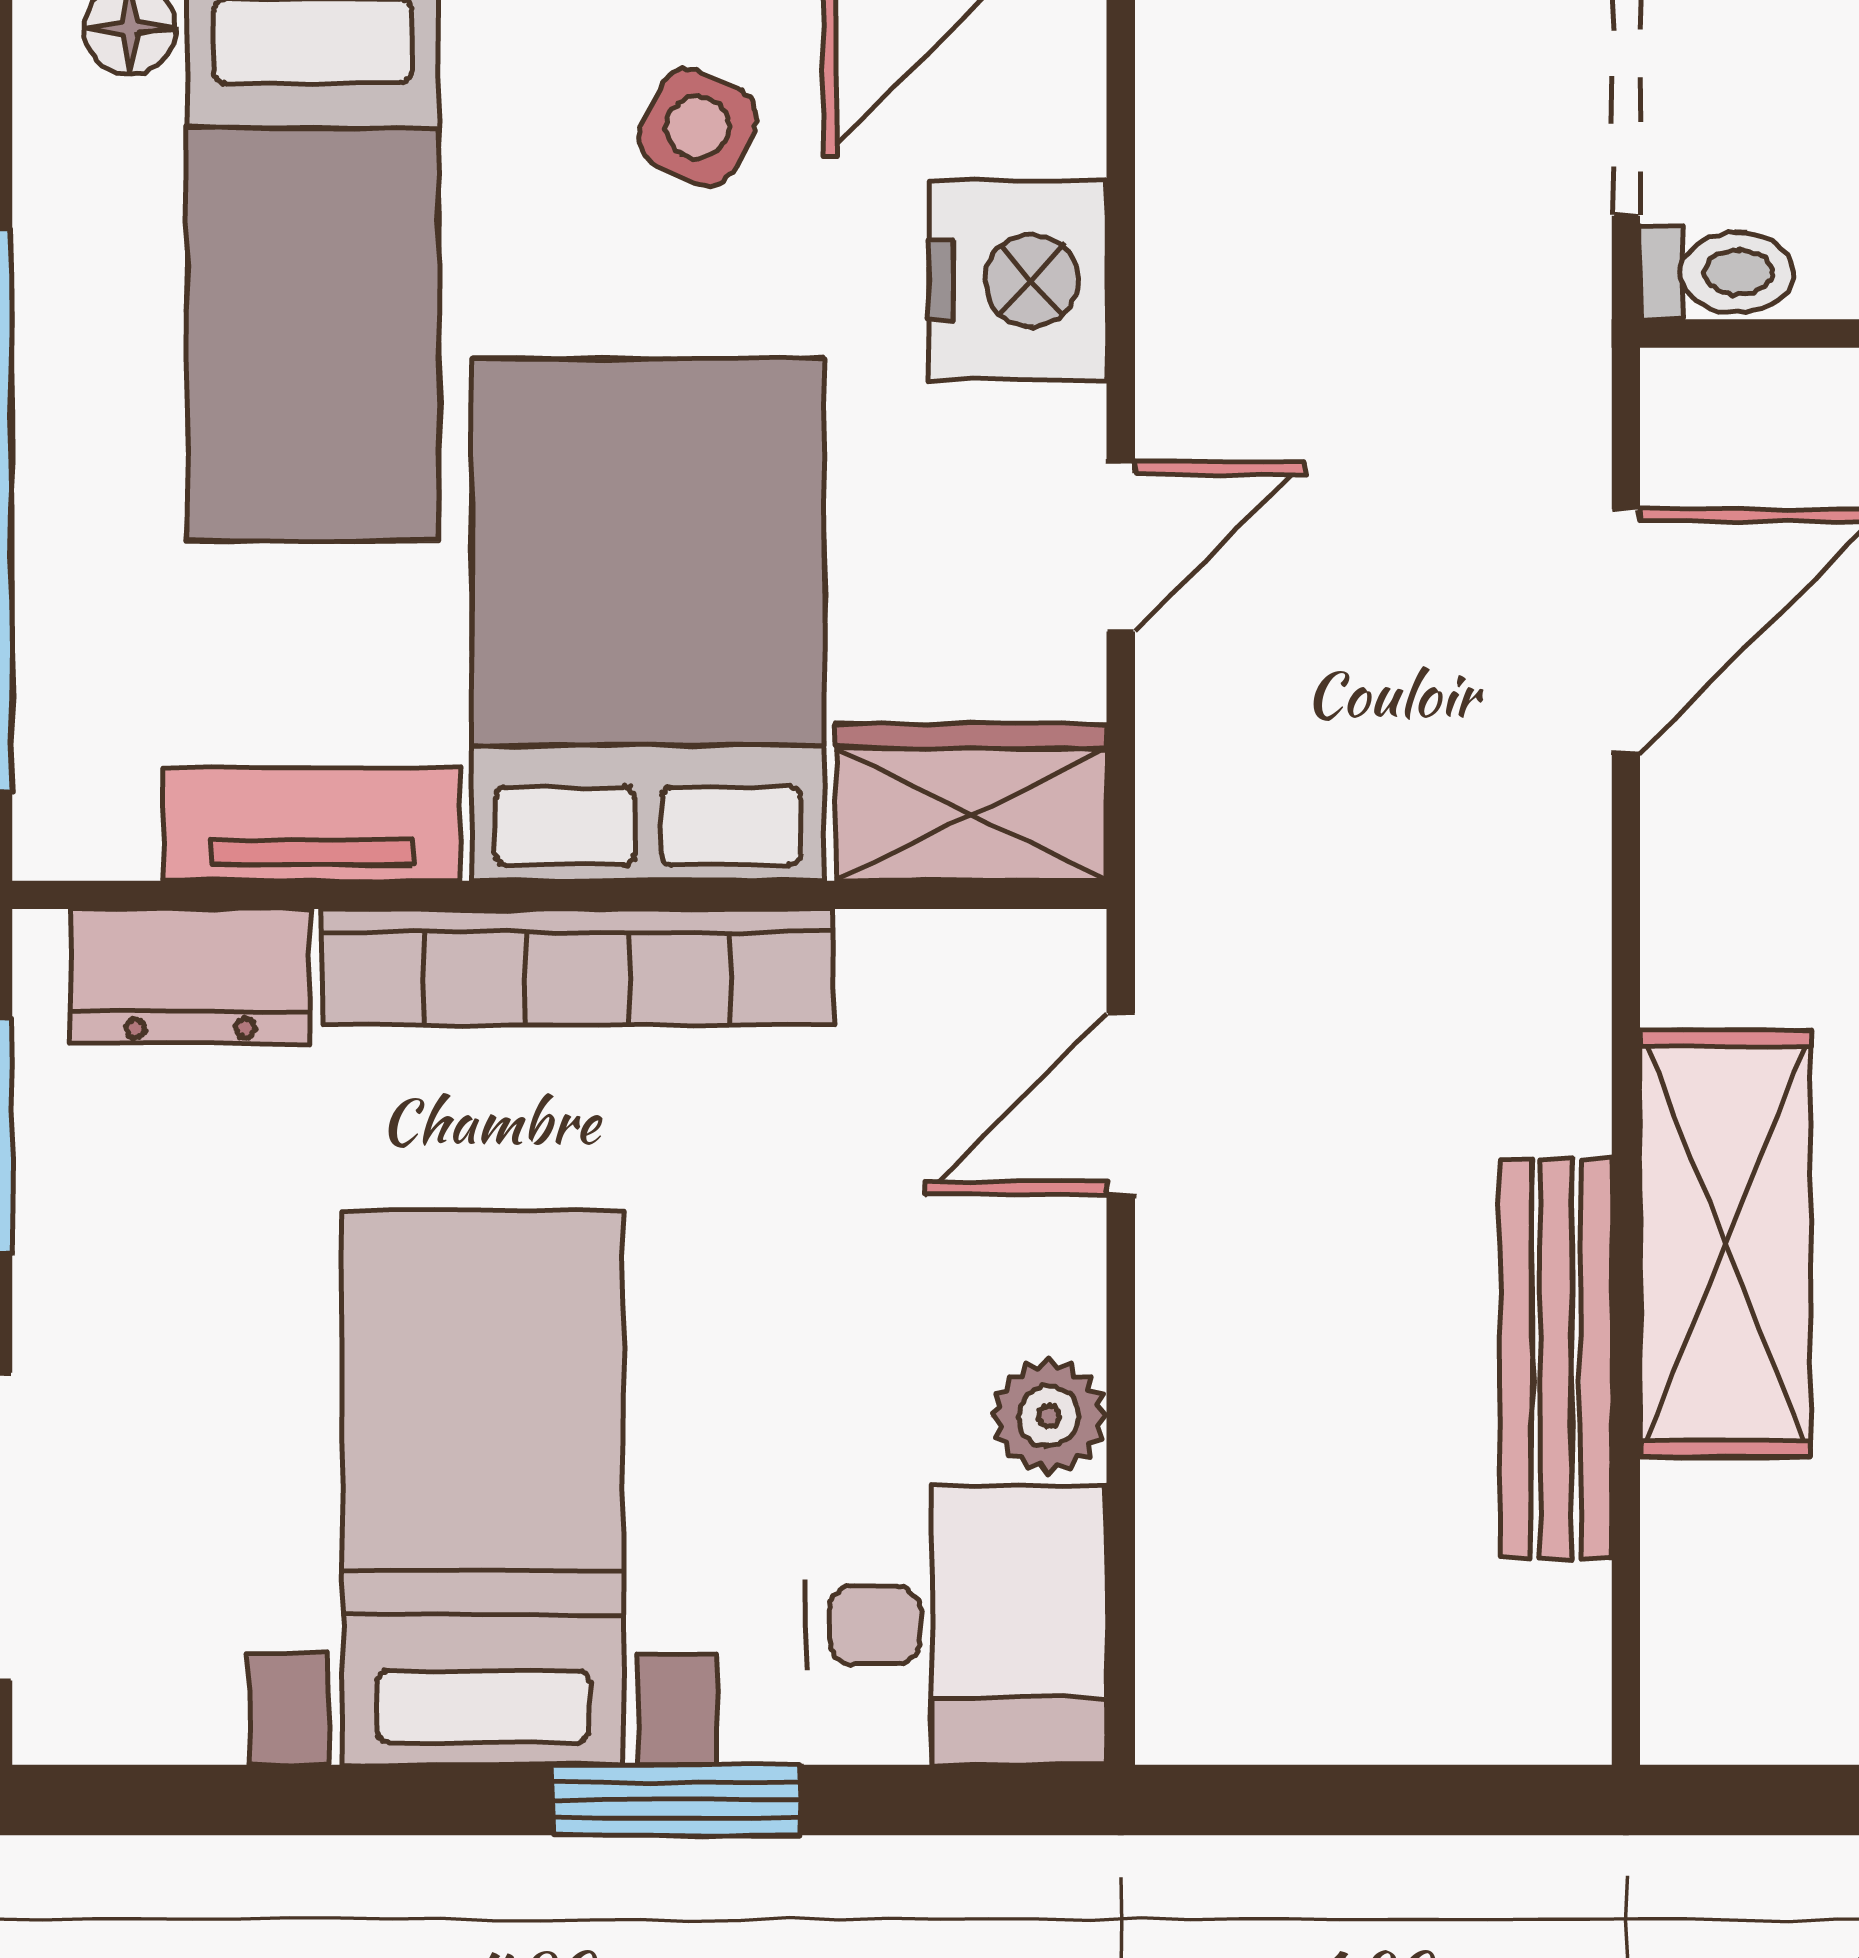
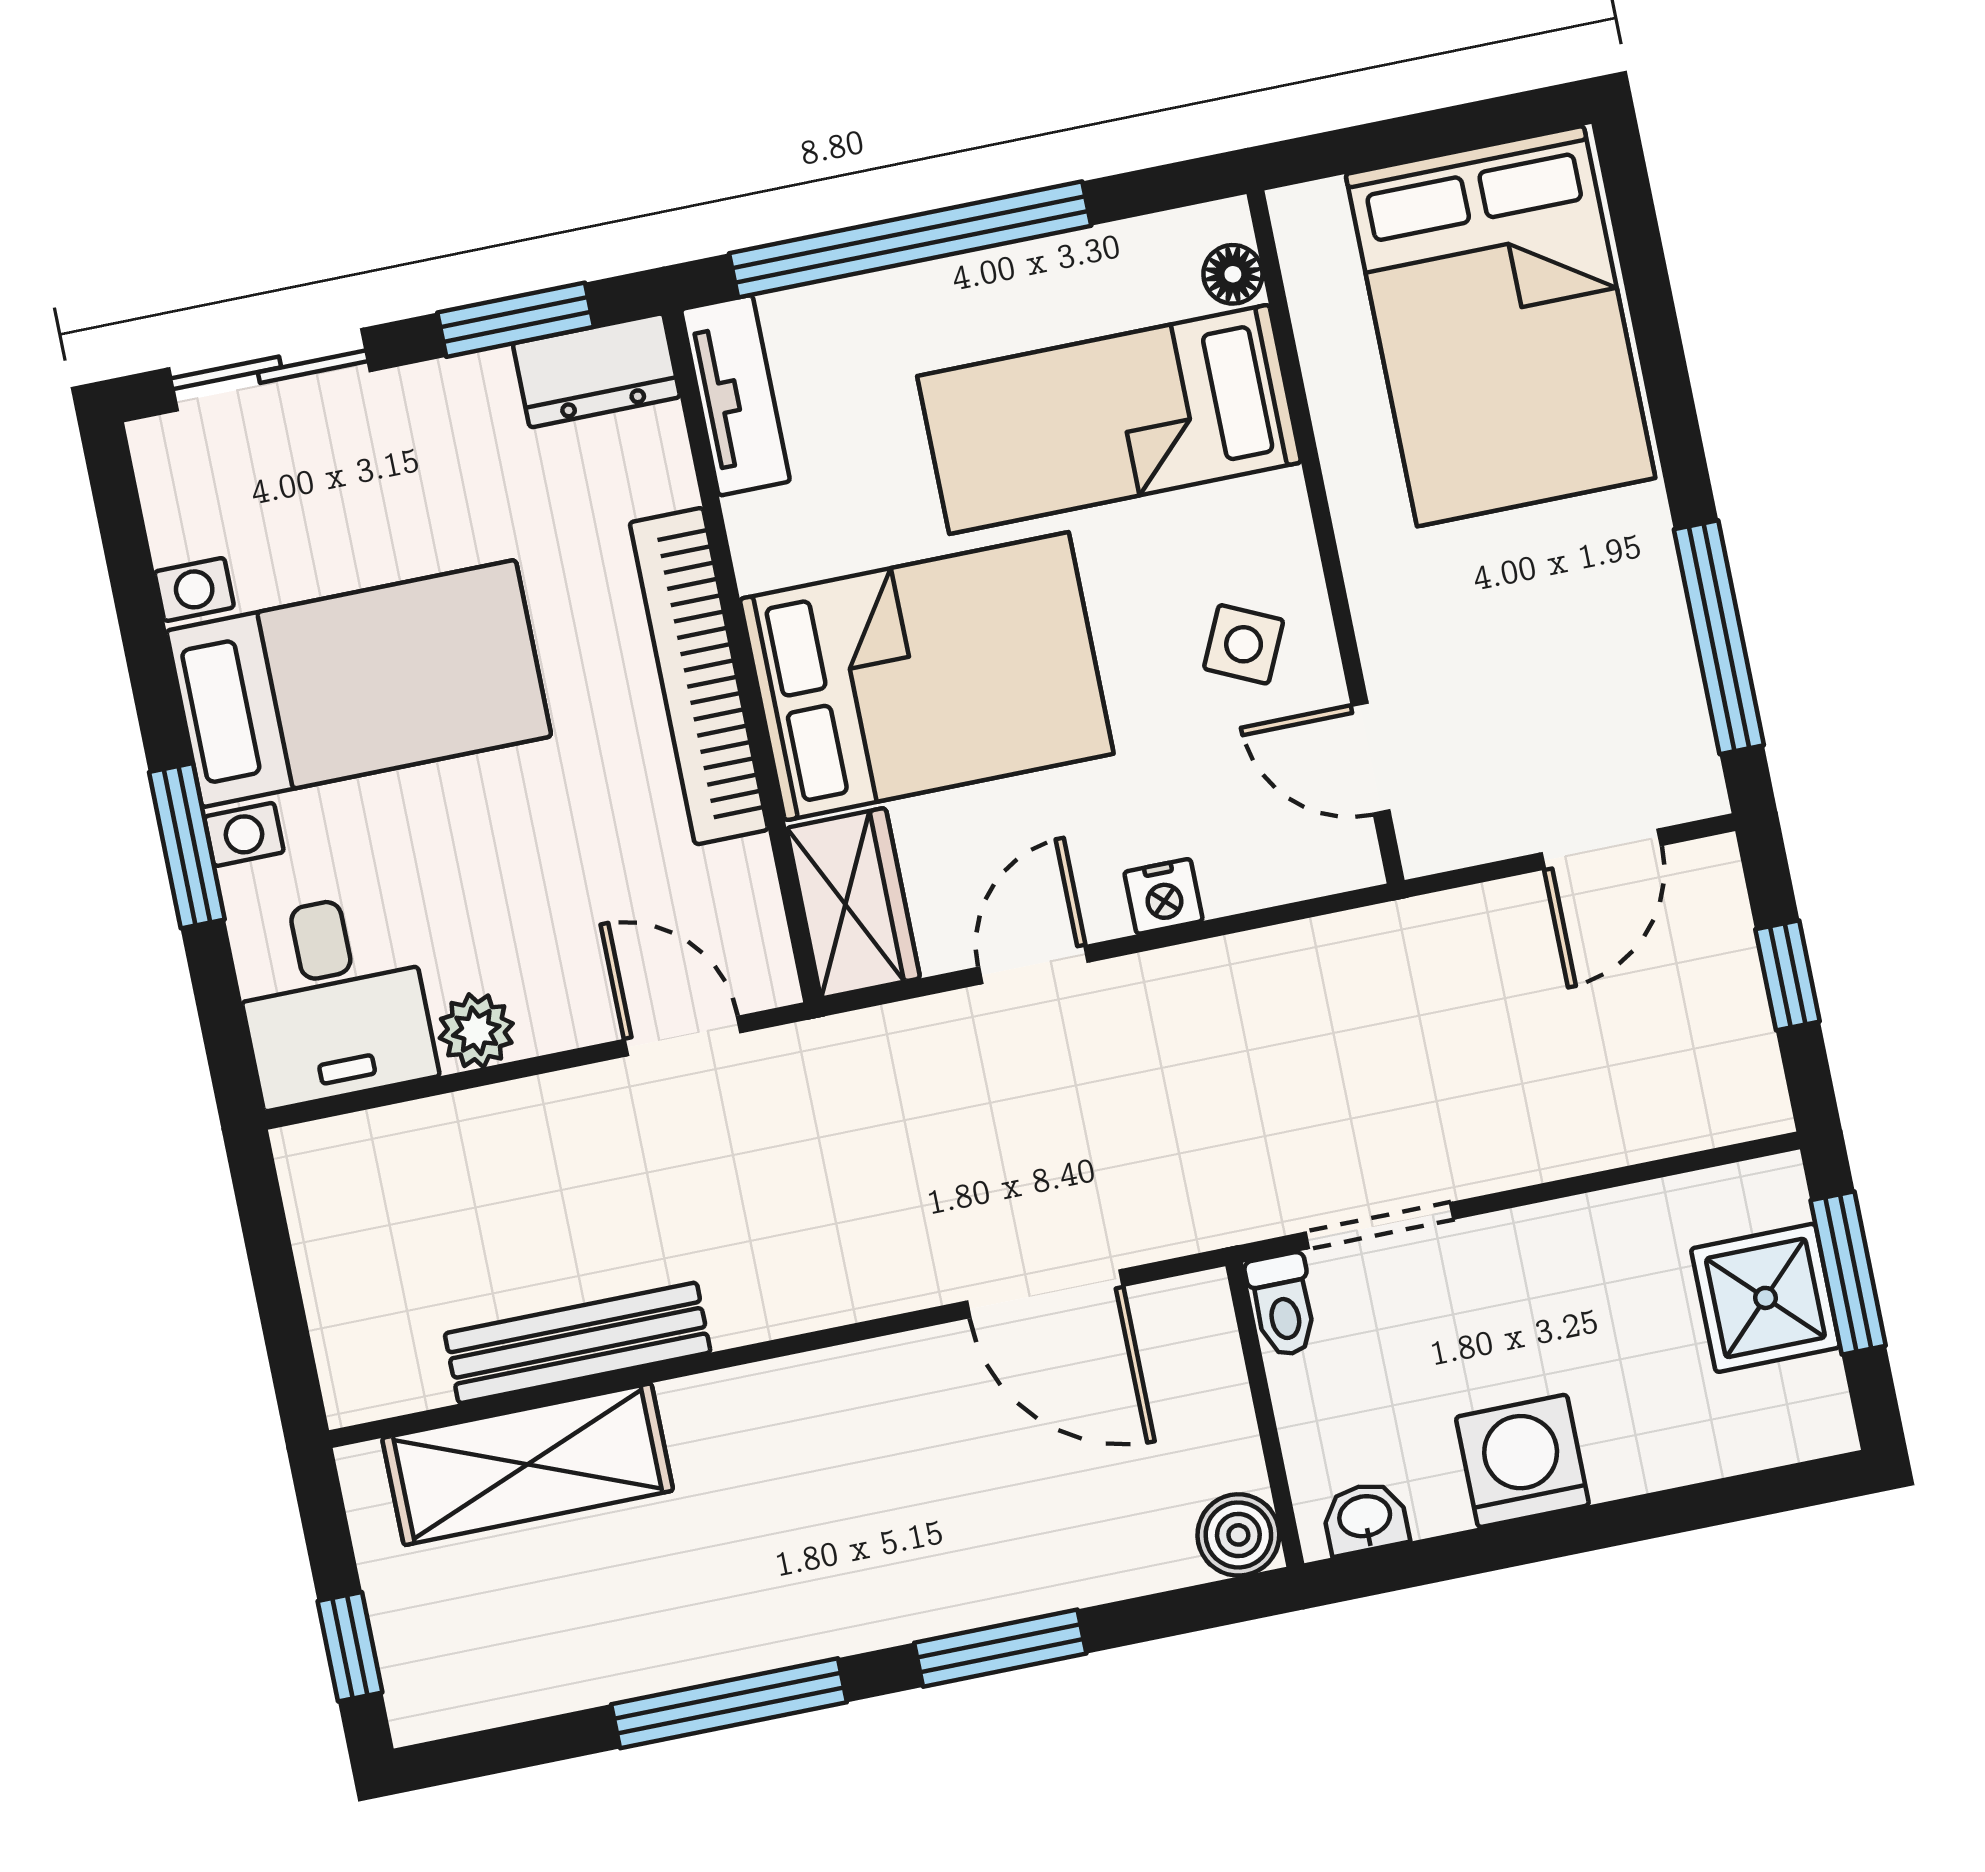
nightstand: (1017, 280) -> (1163, 896), width x0.53, depth x0.56
door: (1121, 546) -> (1034, 965), swing flipped
tv unit: (312, 824) -> (735, 395), moved
dresser: (190, 976) -> (596, 370), moved, turned -90
shelving: (1725, 1243) -> (528, 1464), moved

